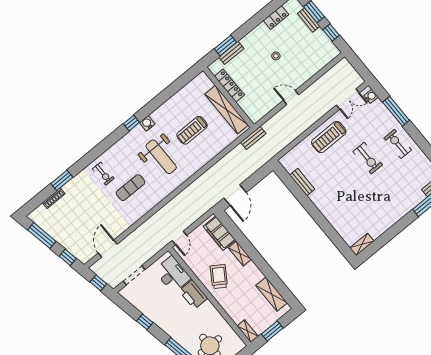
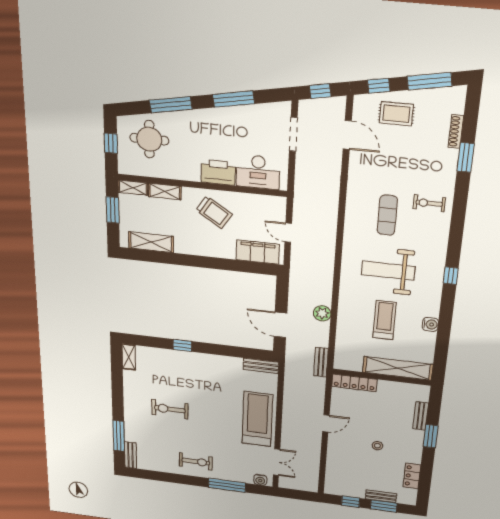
window: (225, 46) -> (431, 436), moved
locker: (229, 86) -> (354, 383), moved
double door: (348, 99) -> (277, 462), swing flipped
shelving: (227, 110) -> (398, 368), moved
water cooler: (147, 123) -> (430, 324), moved
treadmill: (329, 137) -> (257, 419), width x1.37, depth x1.37
exercise bike: (368, 158) -> (170, 409), moved
plant: (222, 166) -> (322, 313), added
bench: (302, 182) -> (261, 366), moved
door: (235, 195) -> (280, 325), moved
window: (322, 222) -> (182, 345), added
rug: (73, 235) -> (396, 114), added
door: (179, 238) -> (288, 233), moved
shelving: (240, 253) -> (165, 192), moved
window: (145, 322) -> (233, 99), width x2.17

